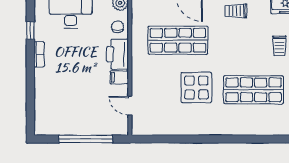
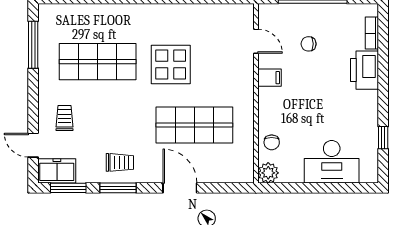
bookcase: (39, 54) -> (372, 33), moved
printer: (117, 54) -> (365, 70), moved, turned 180
chair: (89, 104) -> (309, 44), added

